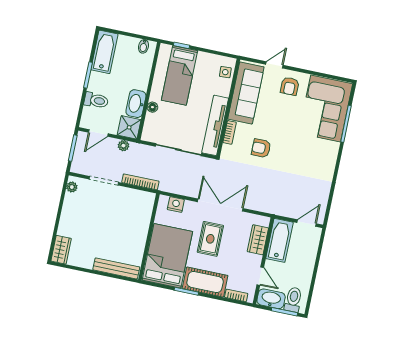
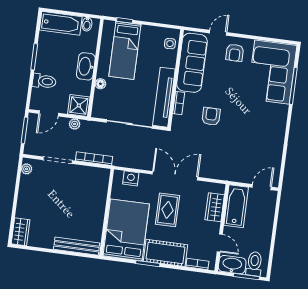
bathtub: (104, 52) -> (61, 23), moved, turned 90
washbasin: (136, 104) -> (86, 66), moved
armchair: (261, 148) -> (211, 116), turned 90

